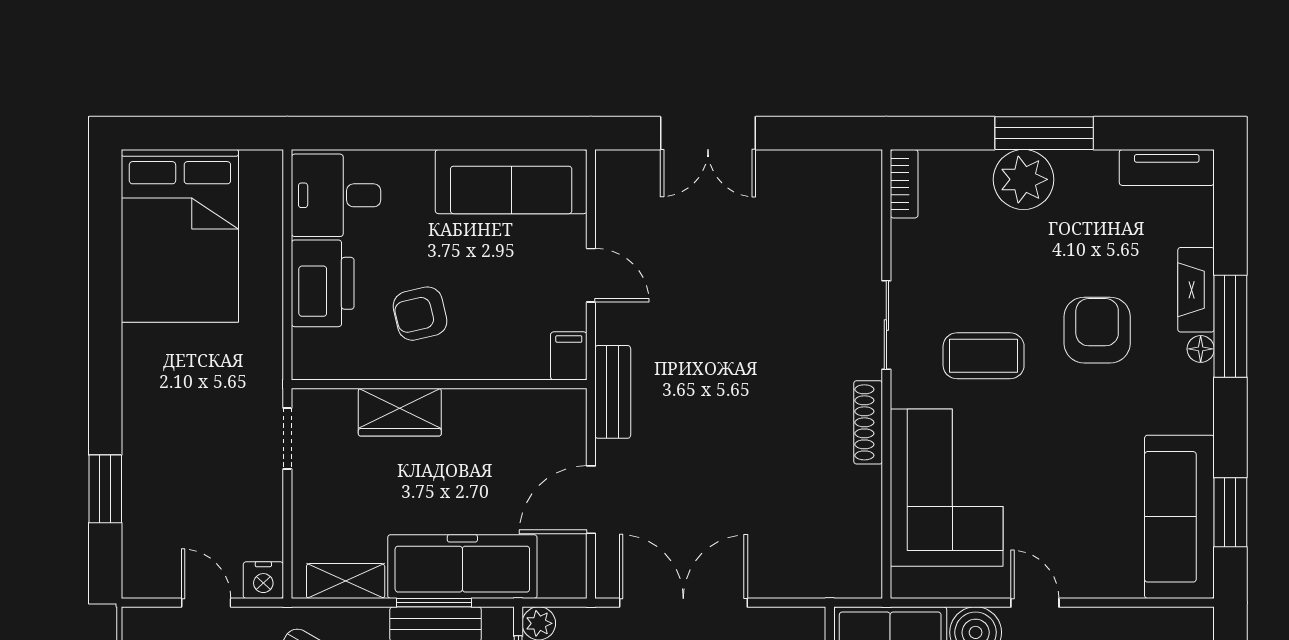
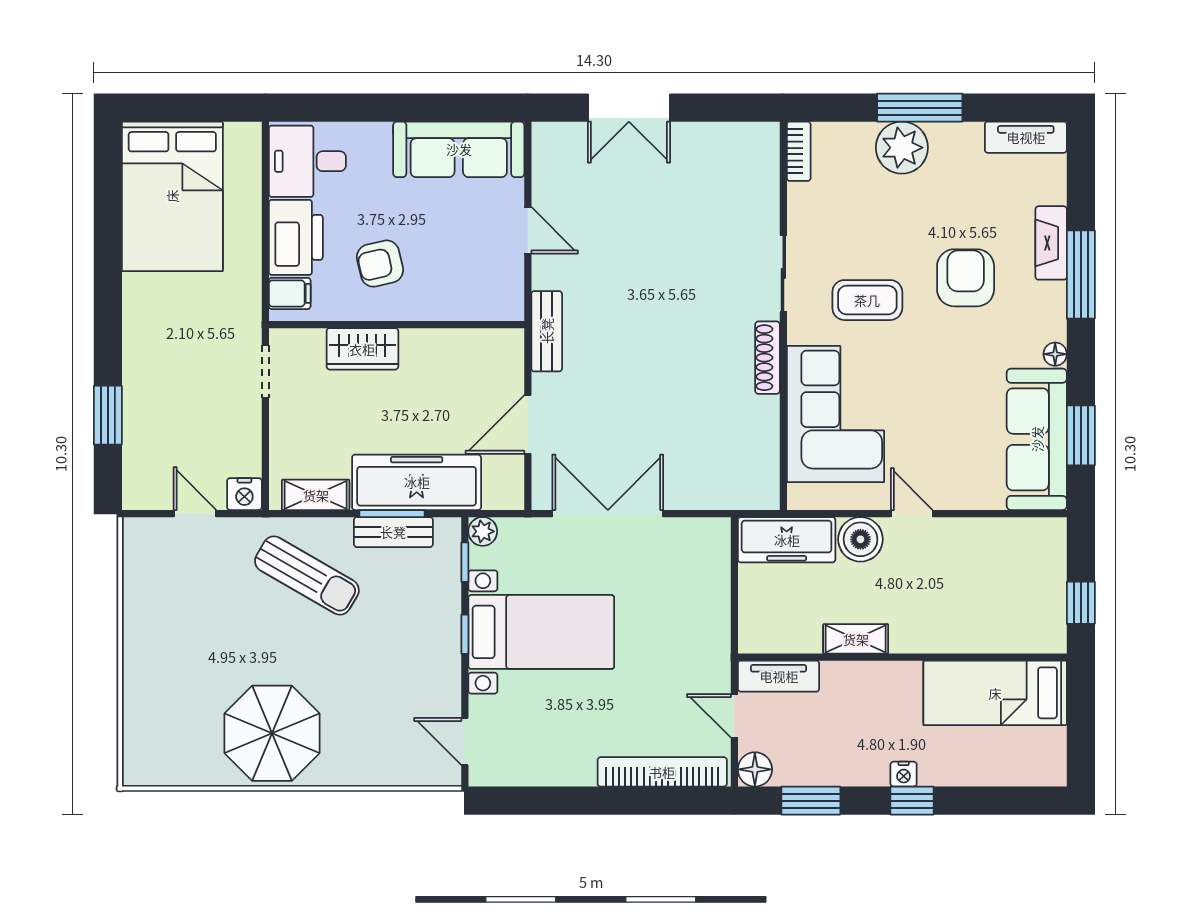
floor lamp: (1201, 349) -> (1055, 354), moved
filing cabinet: (569, 356) -> (290, 293), moved, turned 90

